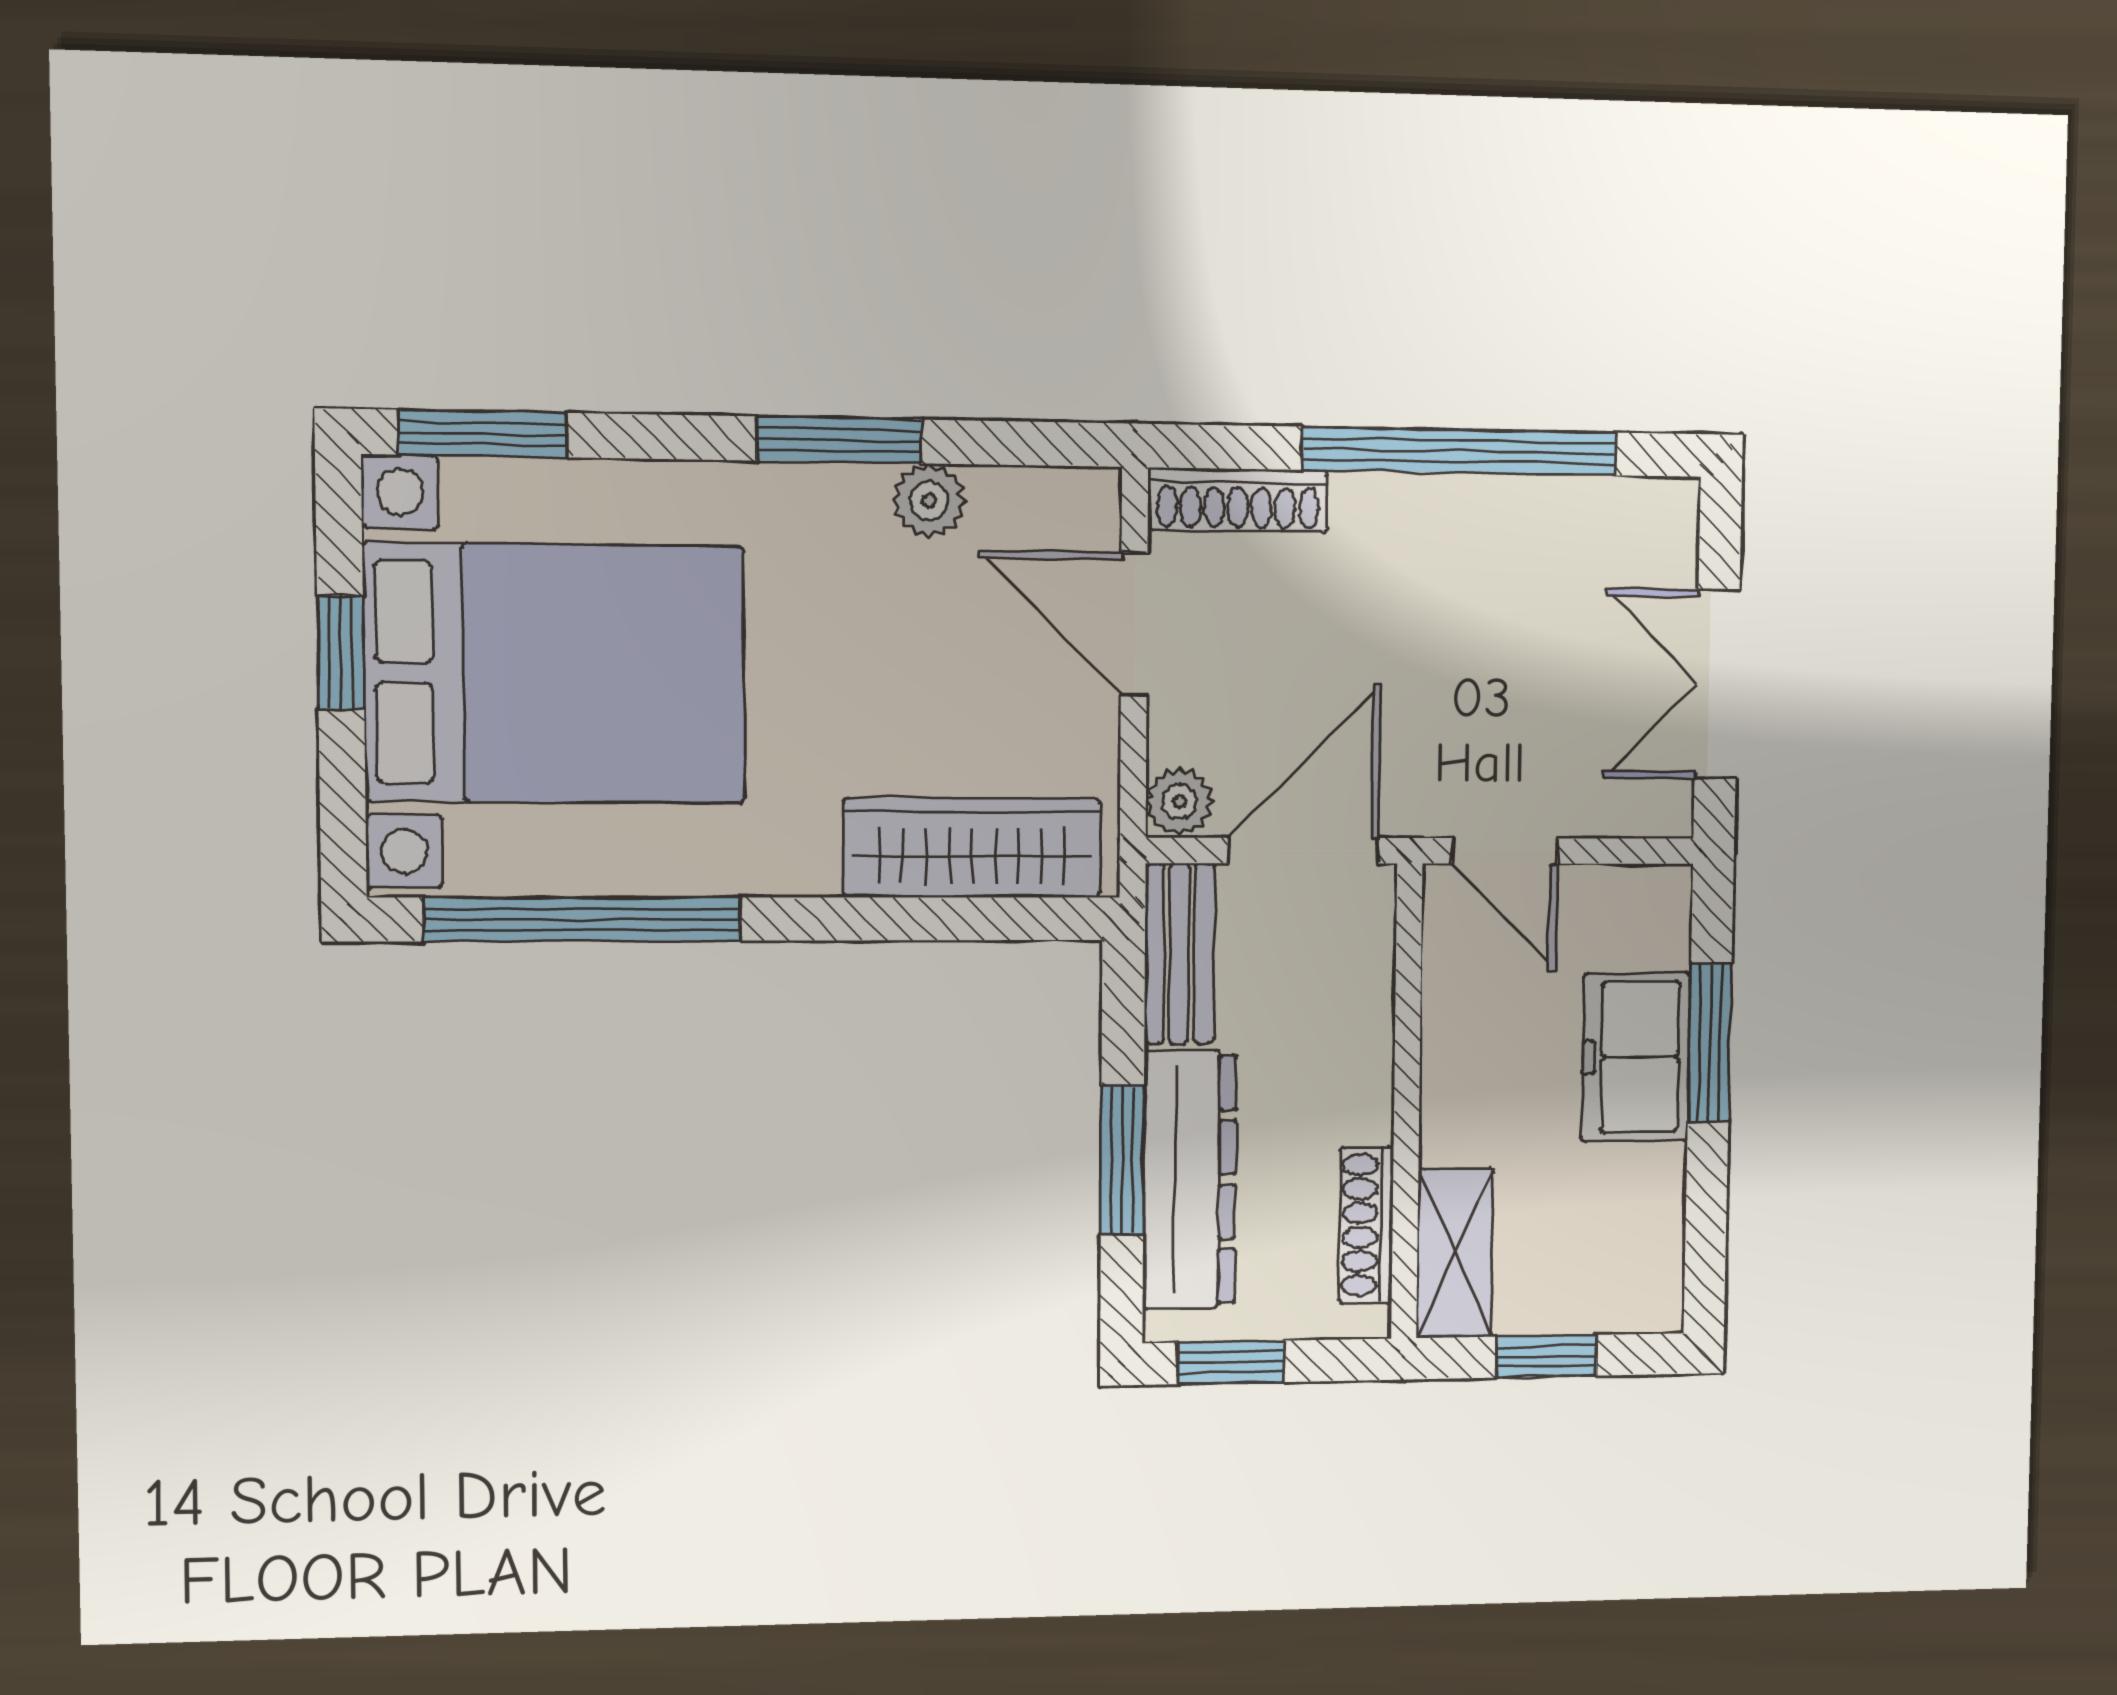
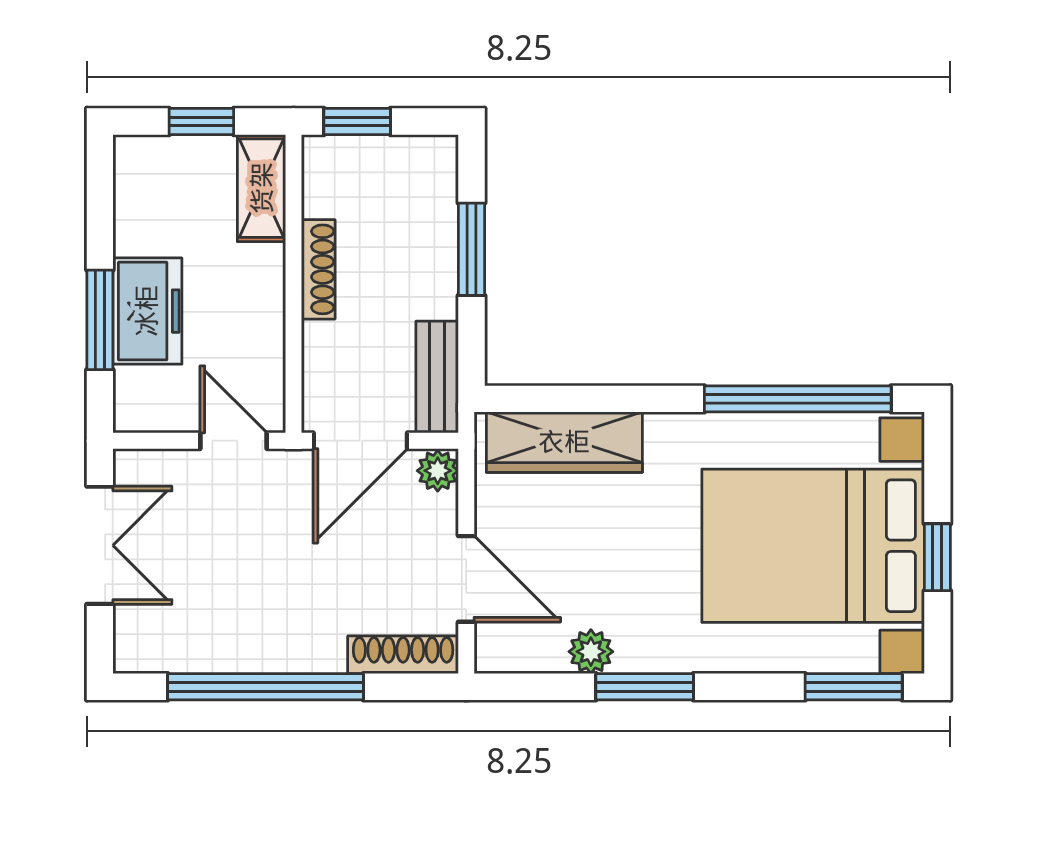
dresser: (1190, 1180) -> (430, 236), removed
shoe rack: (1366, 1225) -> (318, 269), moved
window: (1231, 1362) -> (357, 121), moved

